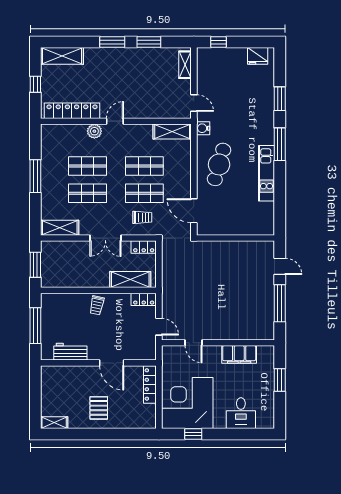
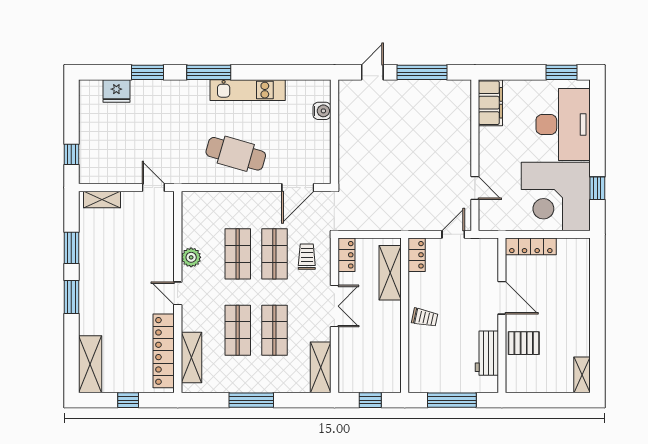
fridge: (258, 56) -> (116, 91), moved, turned 90
door: (194, 103) -> (153, 188), hinge flipped
water cooler: (203, 128) -> (322, 111), moved, turned -90
plant: (94, 131) -> (191, 257), moved
shelving: (172, 131) -> (192, 358), moved
window: (35, 265) -> (370, 400), width x0.67
door: (193, 343) -> (475, 188), hinge flipped
filing cabinet: (239, 354) -> (490, 103), moved
door: (112, 363) -> (502, 298), hinge flipped
window: (280, 380) -> (562, 72), moved
pallet: (99, 408) -> (524, 343), moved
desk: (241, 413) -> (563, 124), width x1.87, depth x1.30

